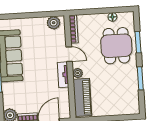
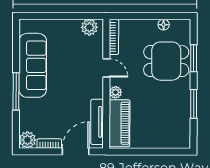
dining table: (116, 46) -> (166, 61), turned 90
tv unit: (63, 75) -> (97, 122), moved, width x1.41

